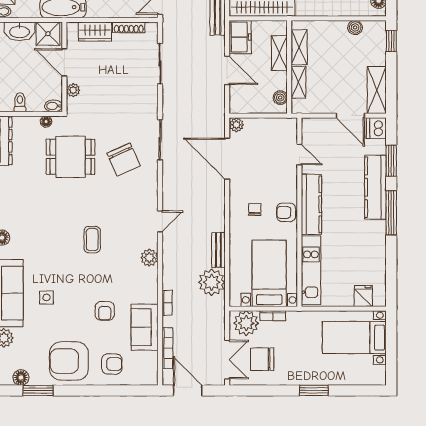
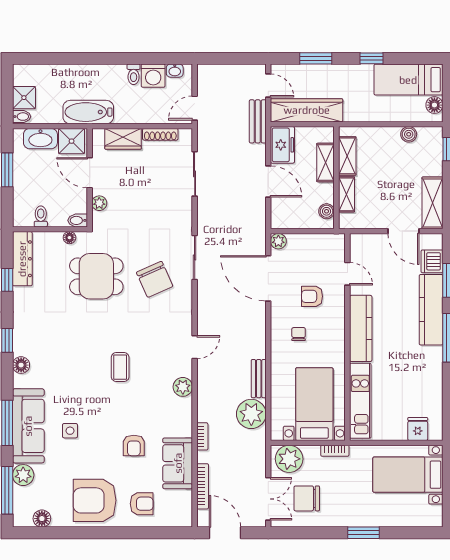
dishwasher: (376, 128) -> (432, 261), moved
armchair: (286, 212) -> (312, 296), moved
bookcase: (273, 316) -> (335, 451), moved
window: (38, 390) -> (61, 533), removed

